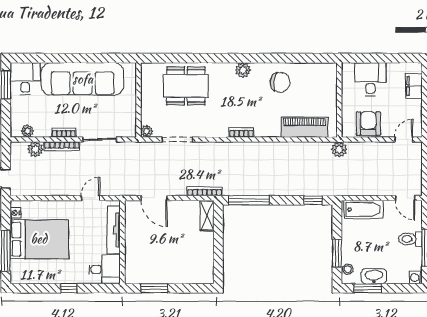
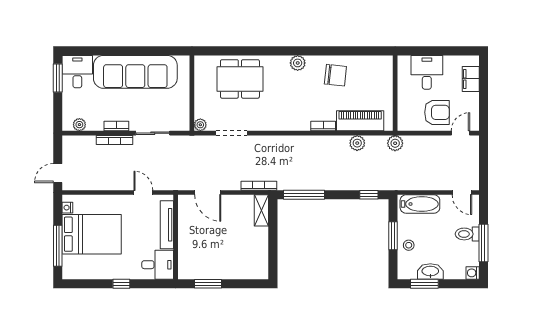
armchair: (368, 124) -> (437, 112), moved, turned 90
bookcase: (241, 132) -> (323, 126), moved
plant: (35, 149) -> (357, 143), moved
door: (90, 198) -> (143, 192), hinge flipped
window: (337, 253) -> (393, 236), moved
stool: (348, 269) -> (409, 245), moved

